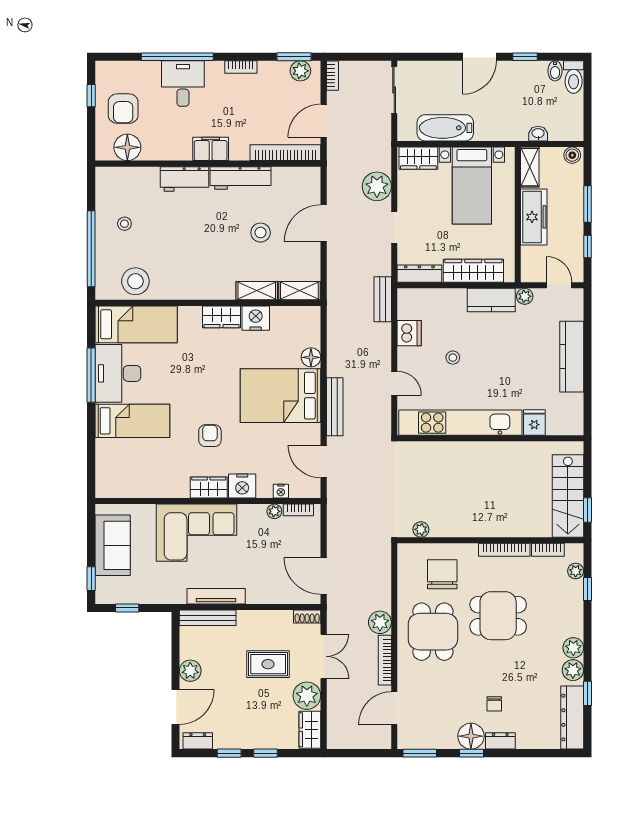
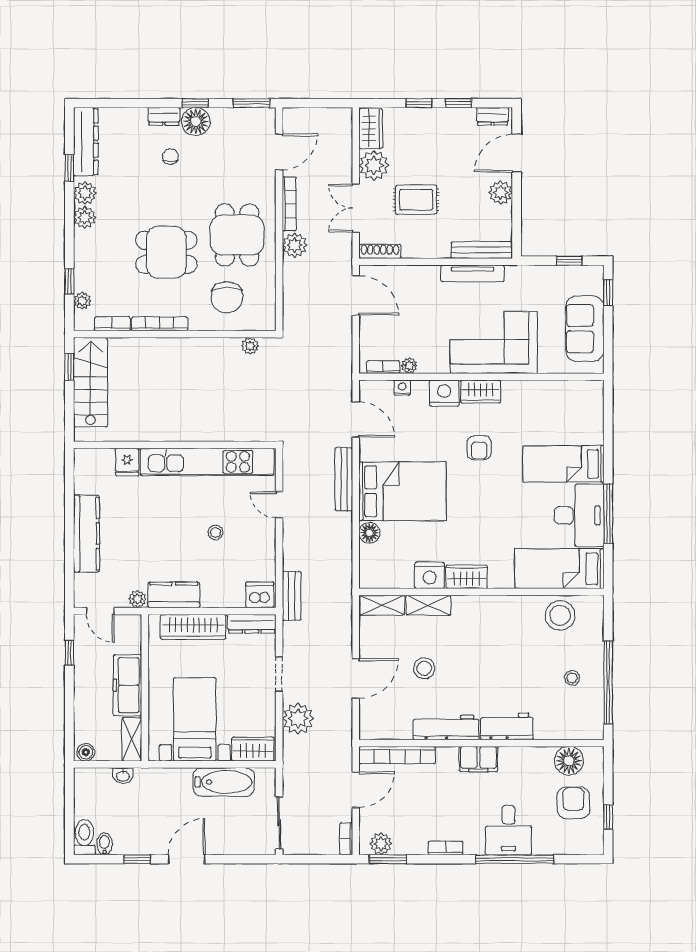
window: (587, 204) -> (69, 699), removed
window: (91, 249) -> (608, 682), moved
dishwasher: (409, 333) -> (260, 595), moved, turned 90
shoe rack: (307, 616) -> (380, 251), width x1.43

